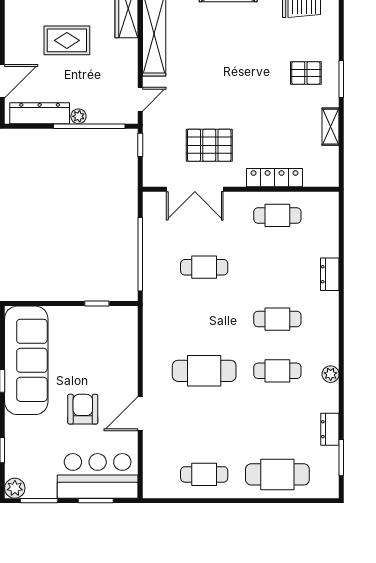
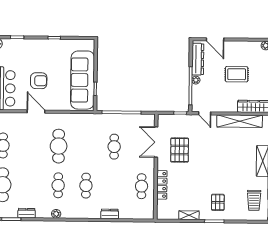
rug: (67, 40) -> (237, 74), turned 90
sofa: (26, 360) -> (83, 80), moved, turned 90

